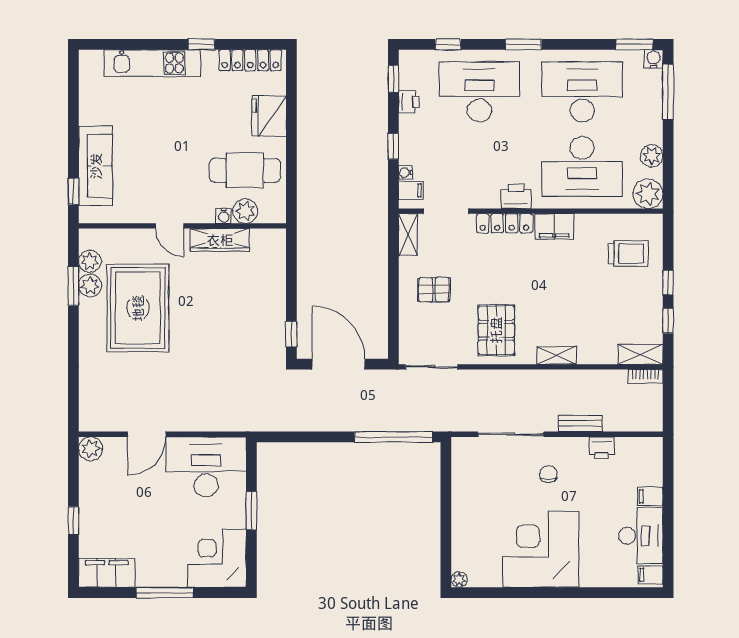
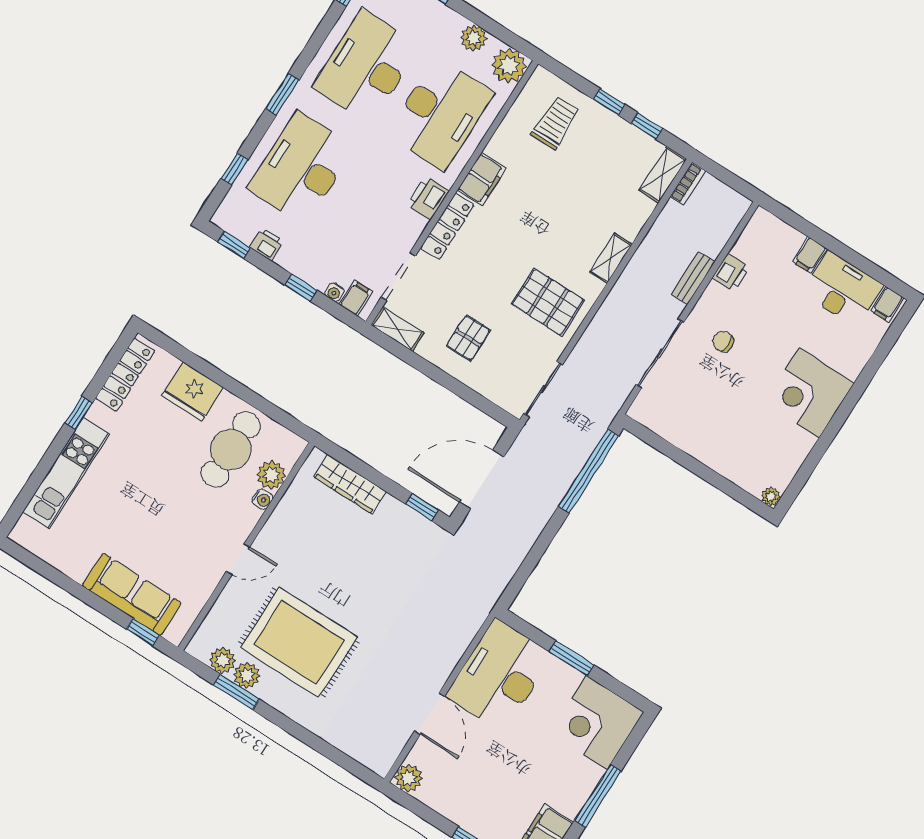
wardrobe: (220, 240) -> (350, 484), moved, turned 90
corner desk: (541, 549) -> (809, 393), width x0.74, depth x0.74

